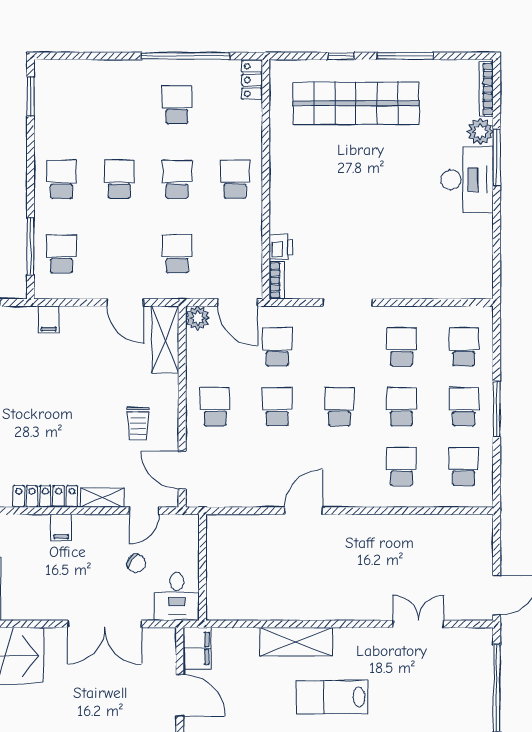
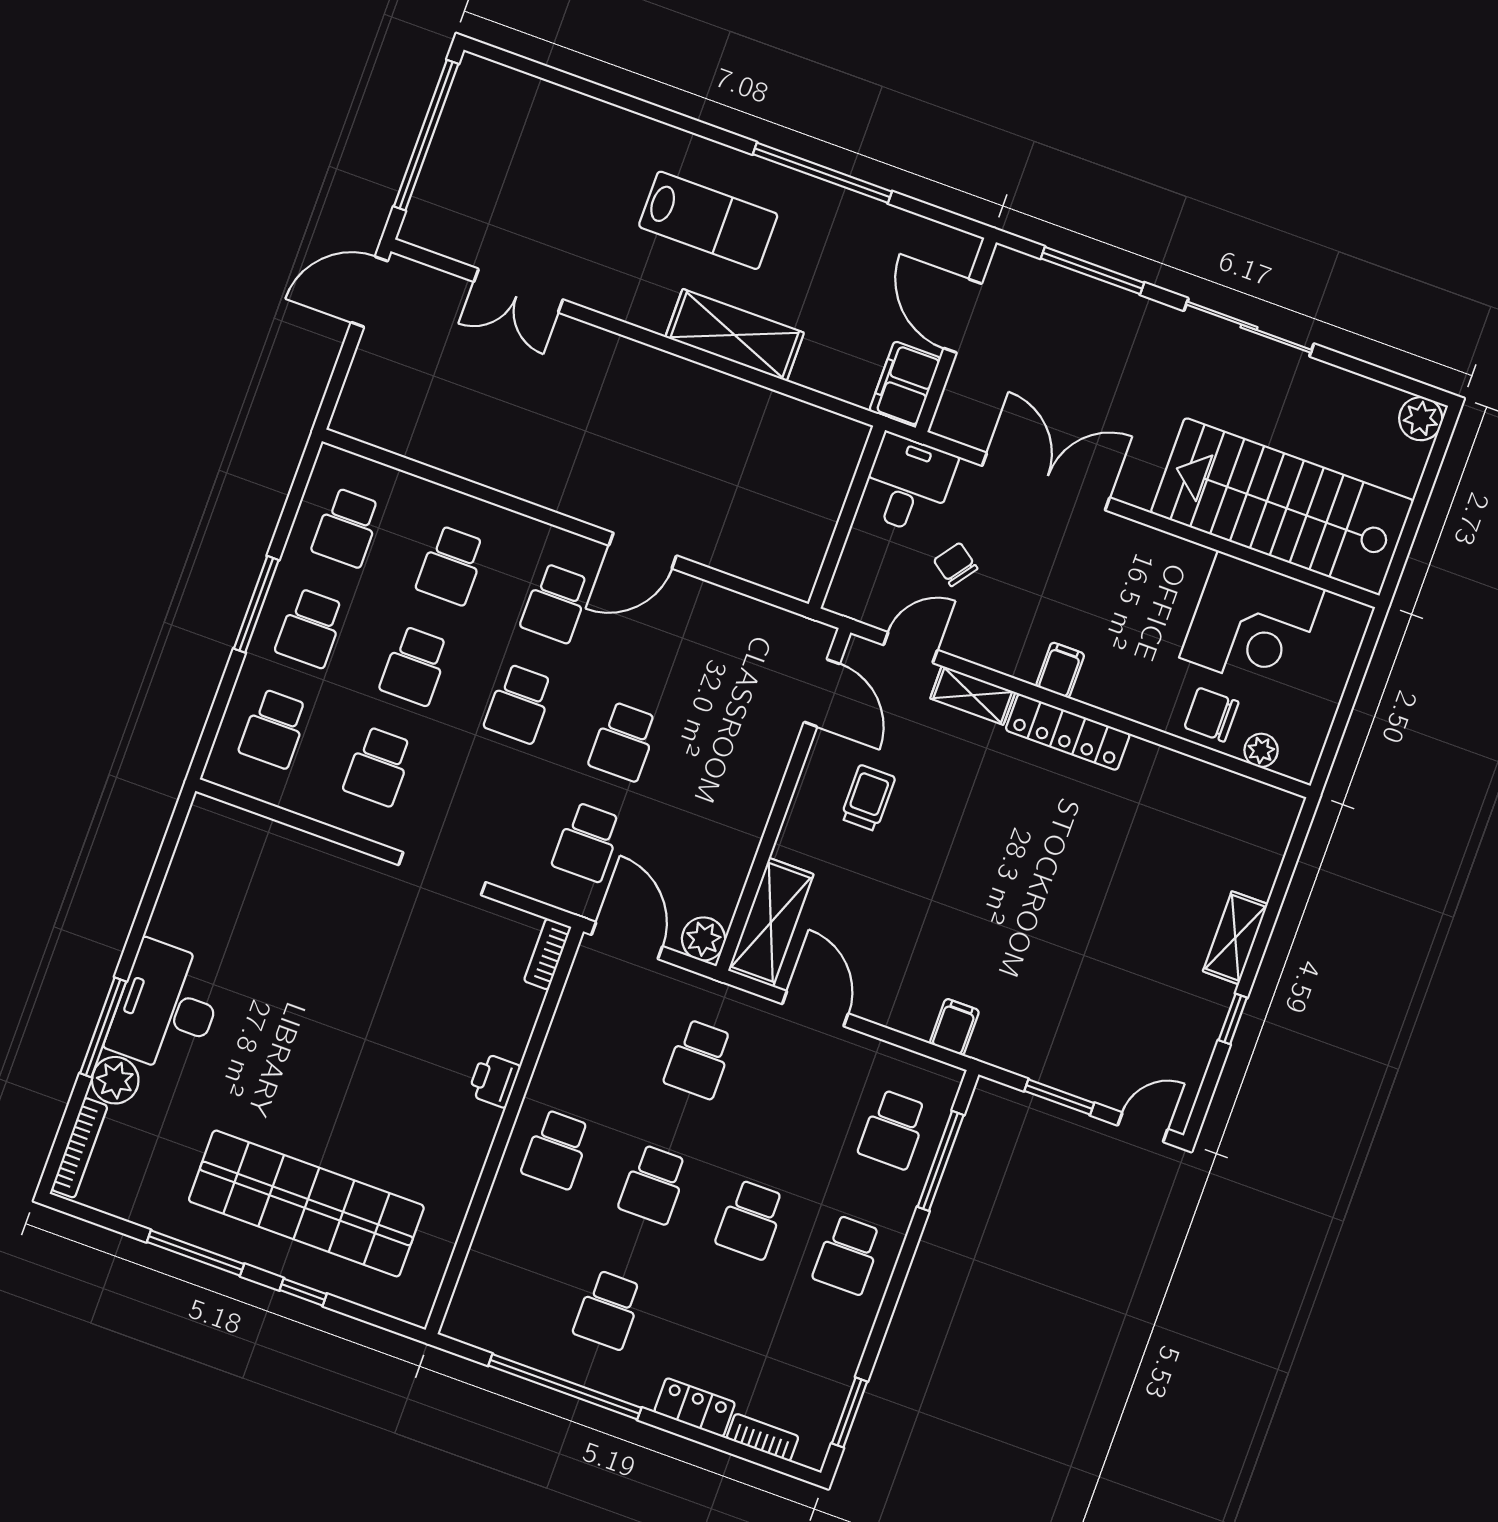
bookcase: (72, 67) -> (763, 1437), added
locker: (252, 80) -> (695, 1407), moved, turned -90
printer: (281, 247) -> (494, 1080), moved
school desk: (215, 407) -> (556, 603), moved

